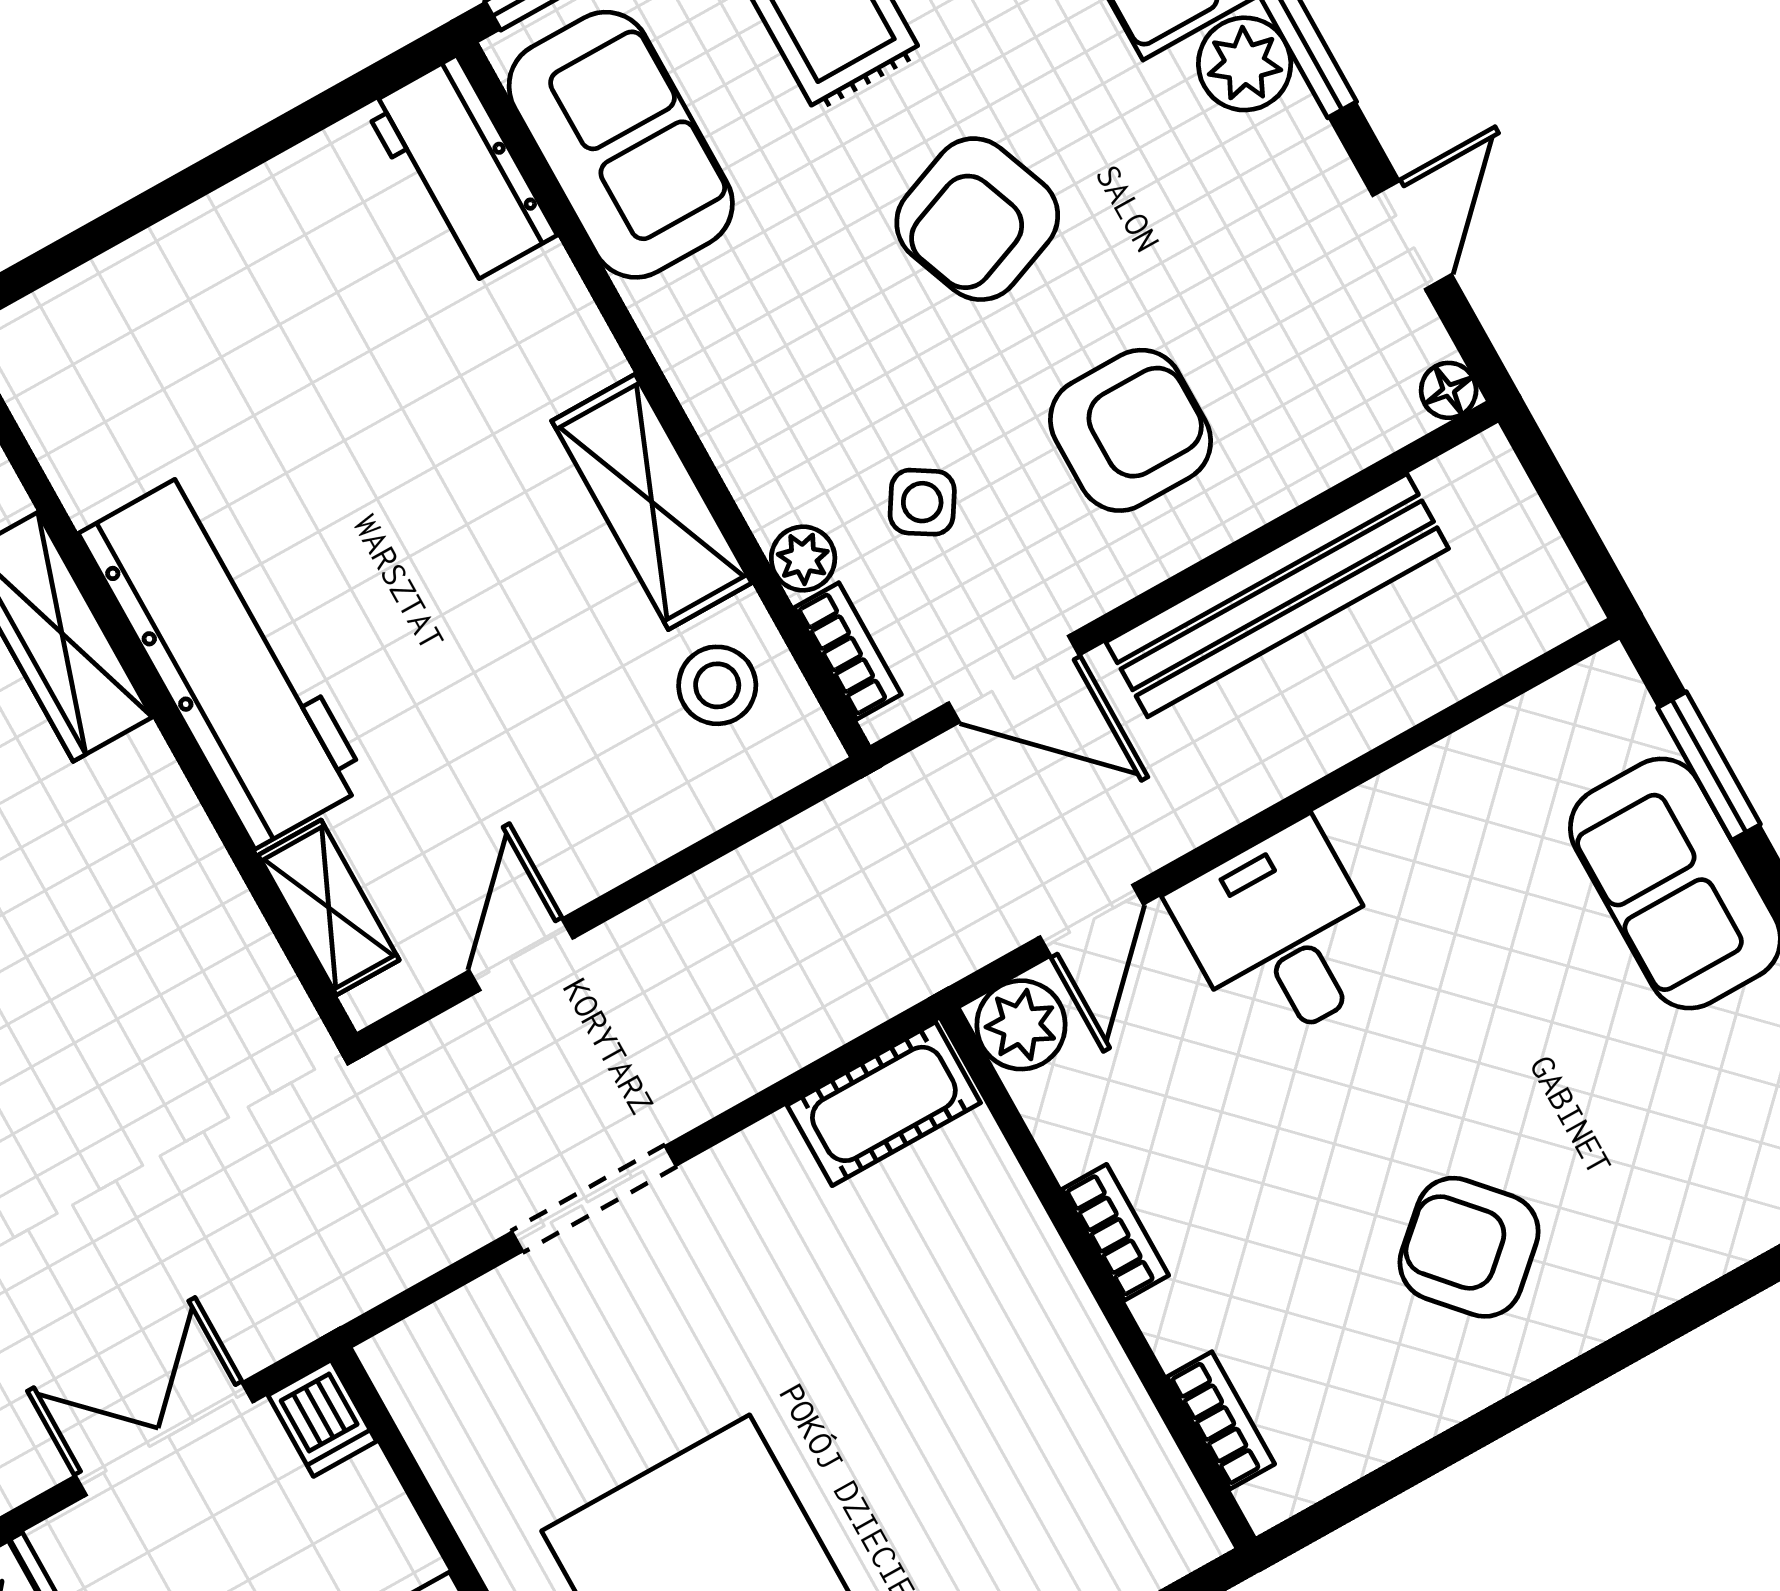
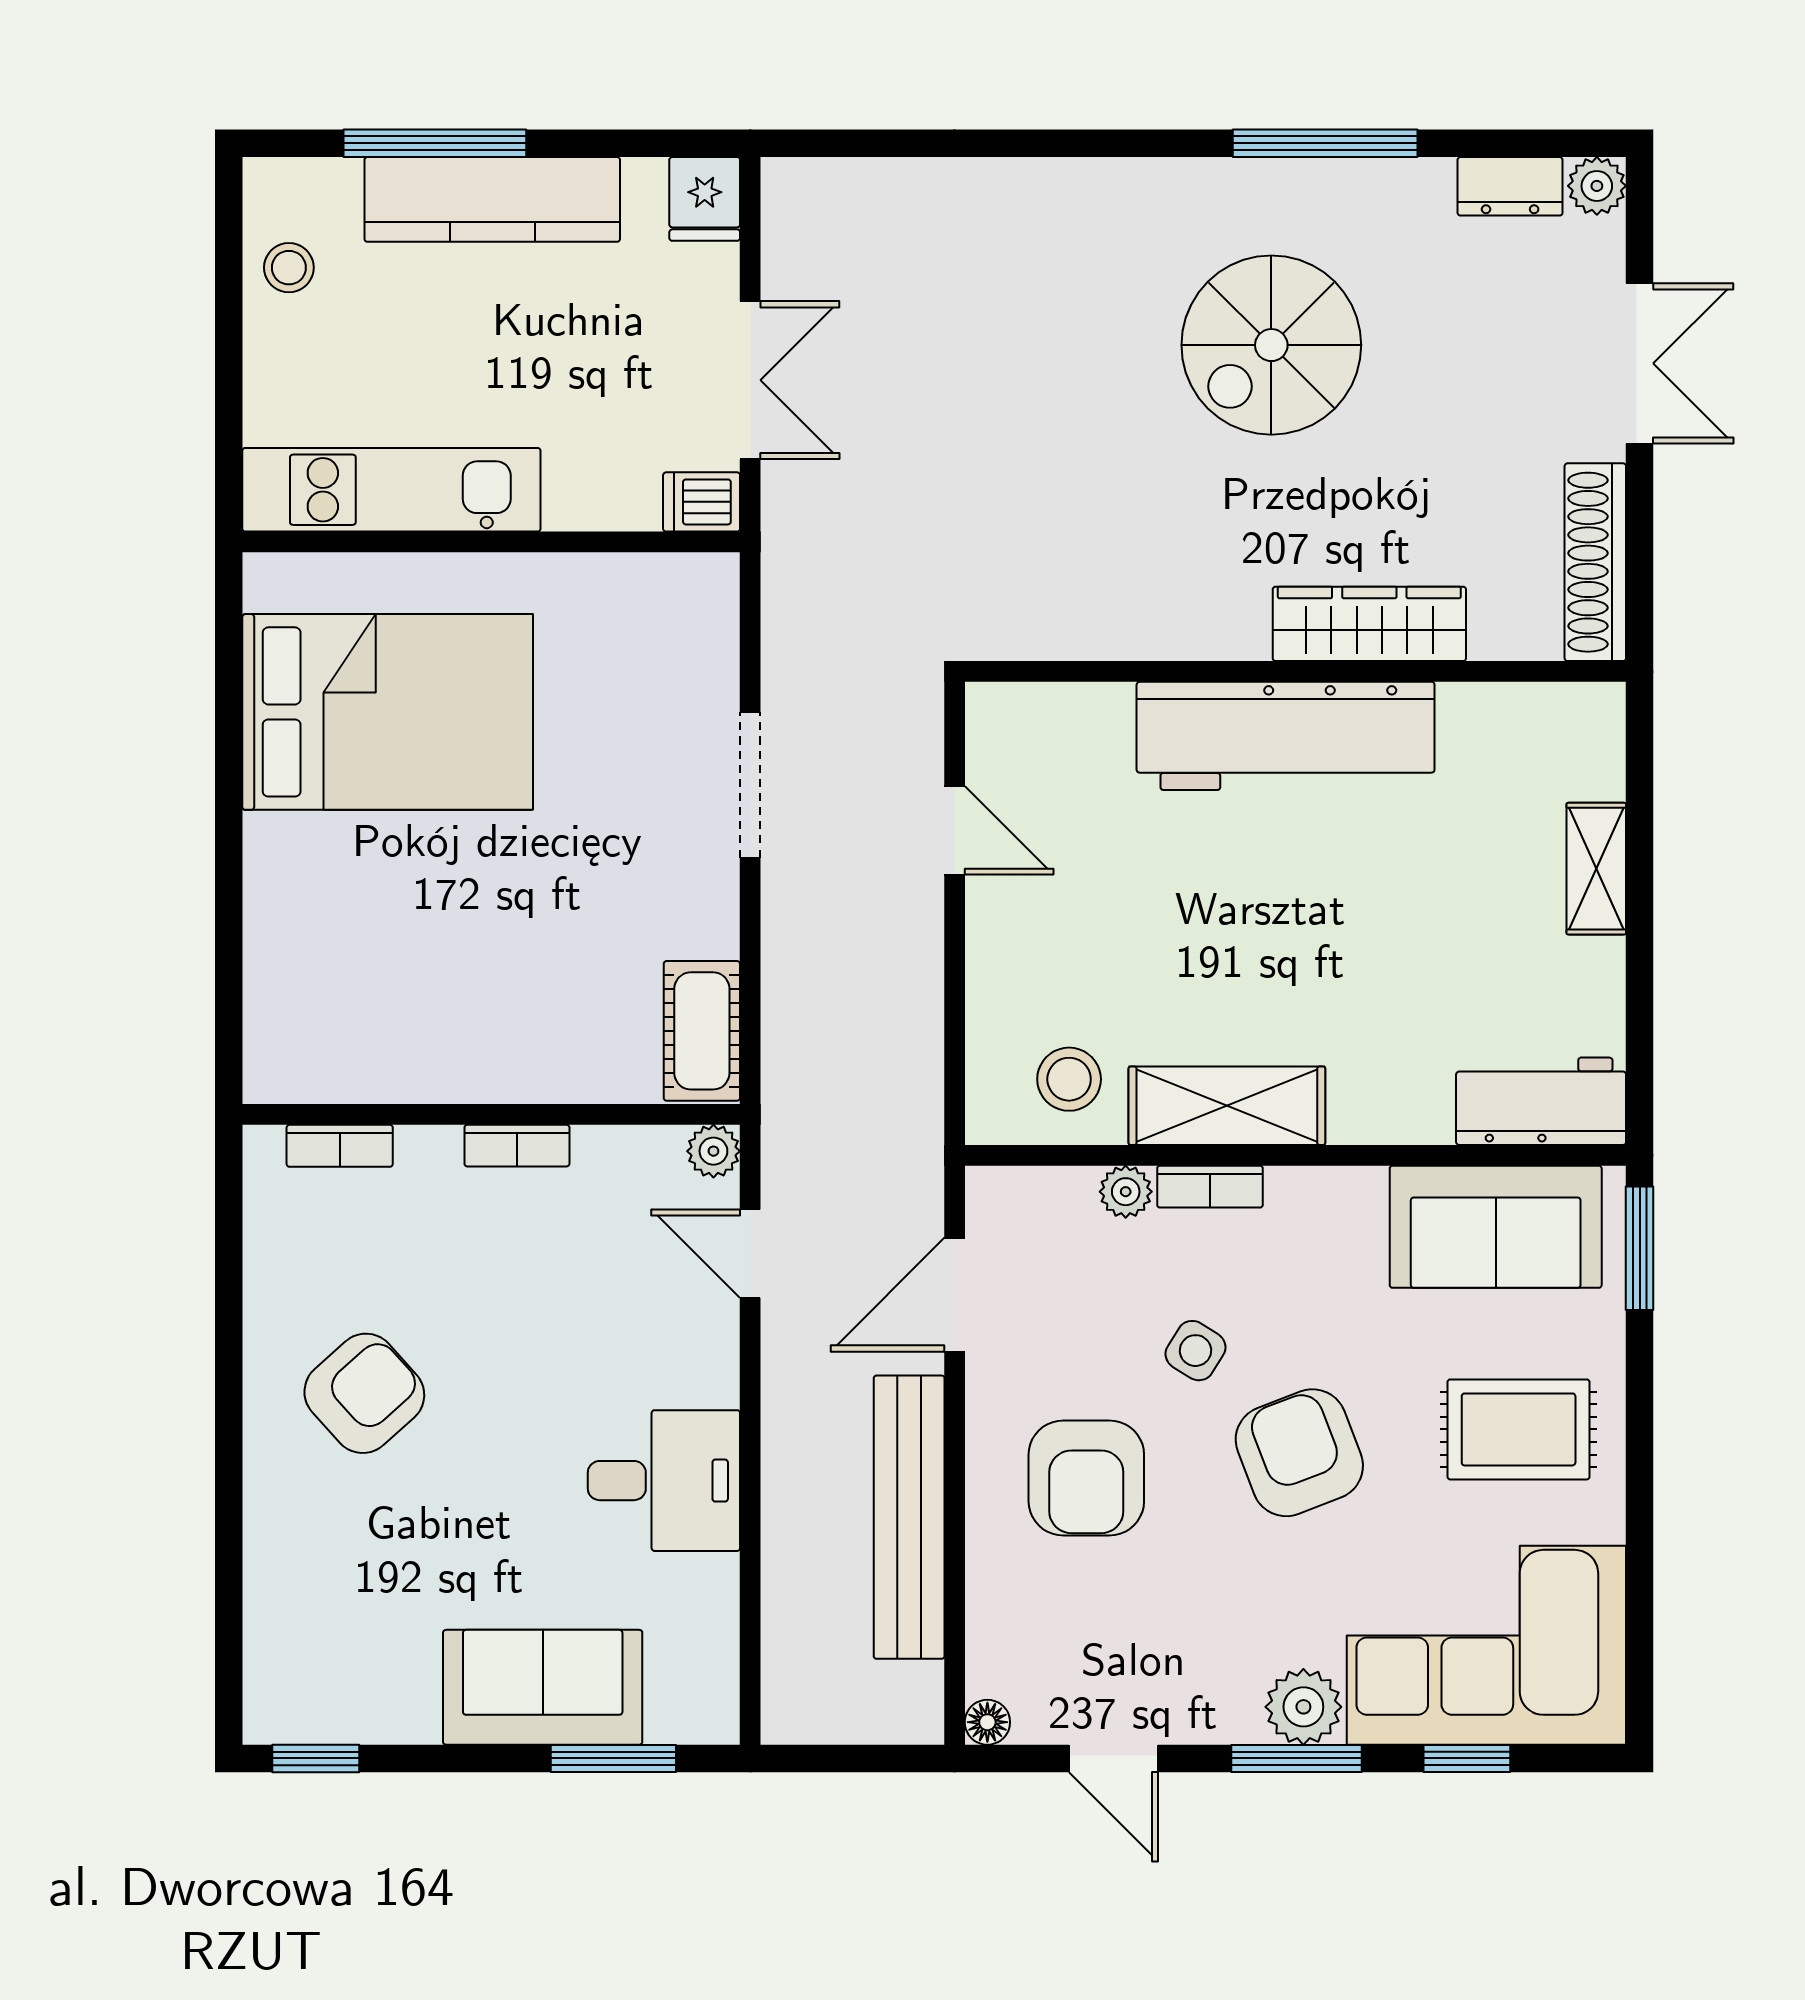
side table: (922, 502) -> (1195, 1351), moved
bookcase: (848, 651) -> (1210, 1187), moved
shelving: (329, 908) -> (1596, 869), moved, turned 90
desk: (1281, 935) -> (664, 1481), moved
plant: (1021, 1025) -> (713, 1151), width x0.73, depth x0.73

